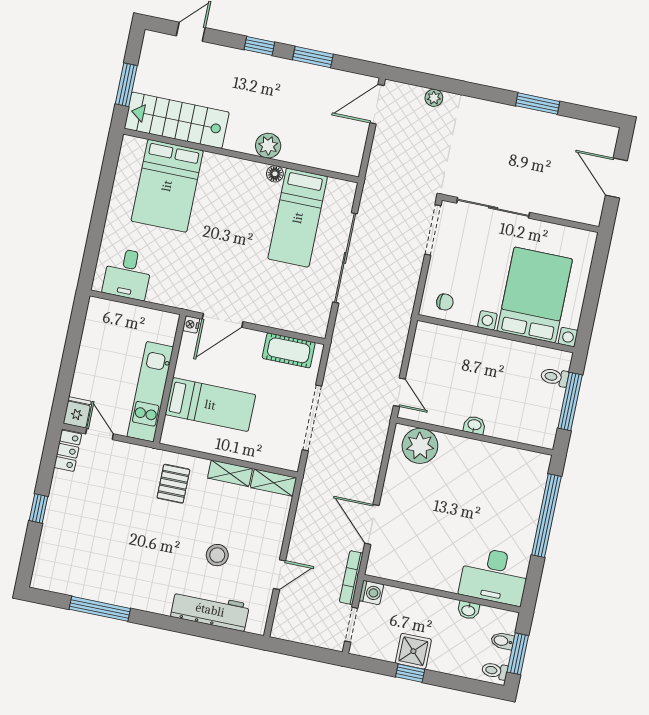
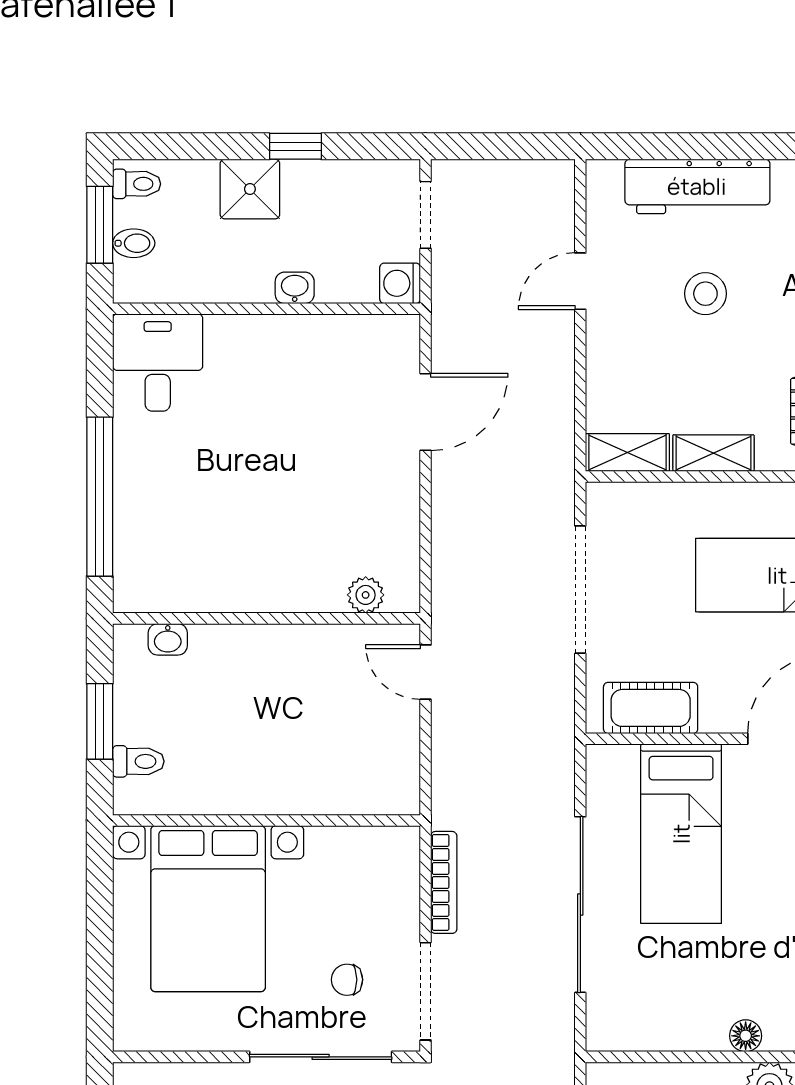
bed: (298, 218) -> (681, 834), moved, turned 180
chair: (445, 302) -> (347, 980), moved
window: (570, 401) -> (100, 721), width x0.69
washbasin: (474, 425) -> (168, 639), moved
plant: (420, 446) -> (366, 595), width x0.53, depth x0.53
door: (372, 524) -> (426, 412), hinge flipped
desk: (494, 576) -> (158, 363), width x0.73
bookcase: (351, 578) -> (444, 882), moved
washbasin: (468, 610) -> (295, 288), moved
shower: (413, 651) -> (250, 189), moved

